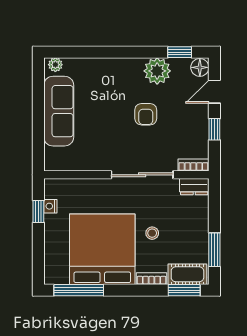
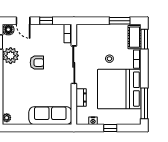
sofa: (59, 111) -> (50, 116), moved
dresser: (194, 187) -> (81, 97), moved
window: (38, 212) -> (110, 128), moved

